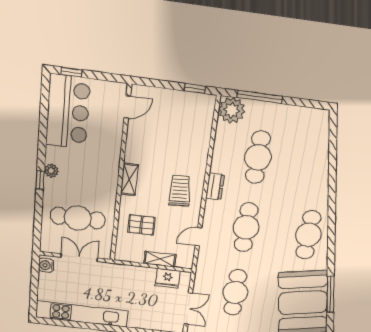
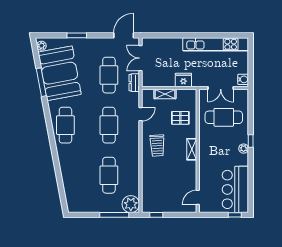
dresser: (215, 186) -> (134, 83), moved
fridge: (168, 278) -> (183, 80), moved

